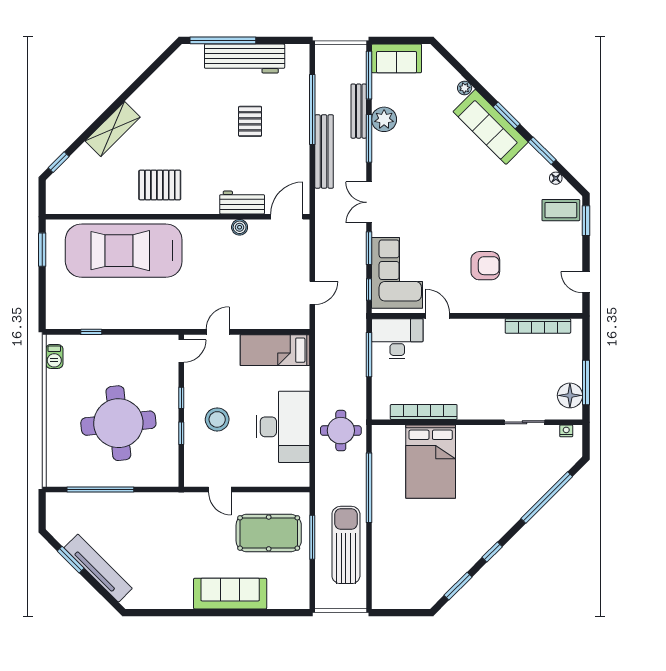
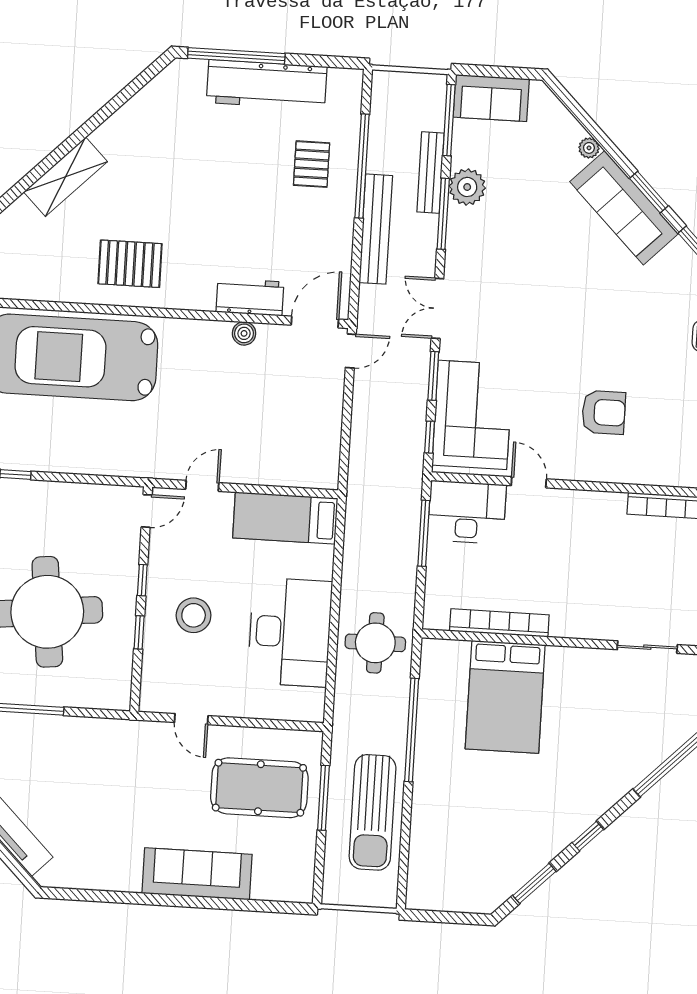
pallet: (250, 121) -> (312, 164), moved
door: (312, 293) -> (351, 351), moved
sun lounger: (346, 545) -> (373, 812), turned 180

